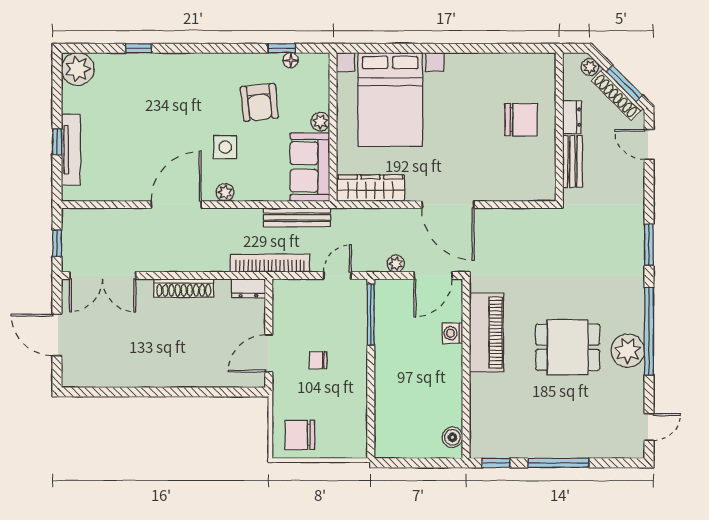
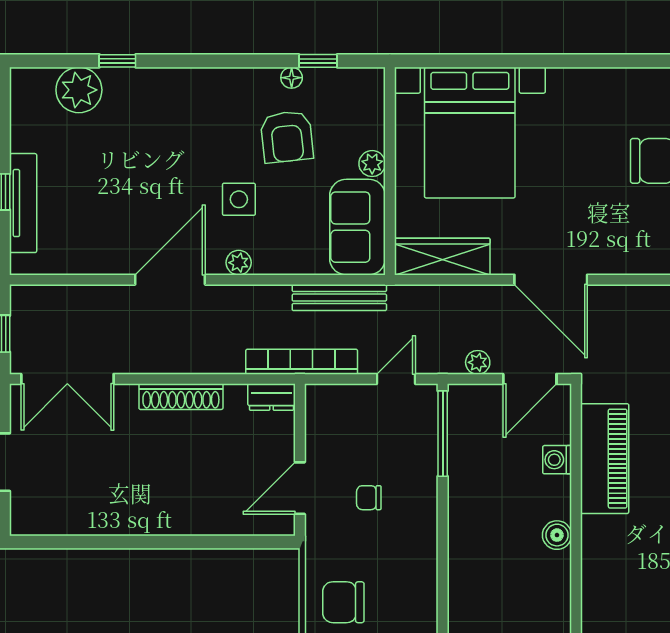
floor lamp: (291, 60) -> (292, 78), moved
plant: (78, 69) -> (79, 90), moved
boiler: (452, 437) -> (557, 535), moved

